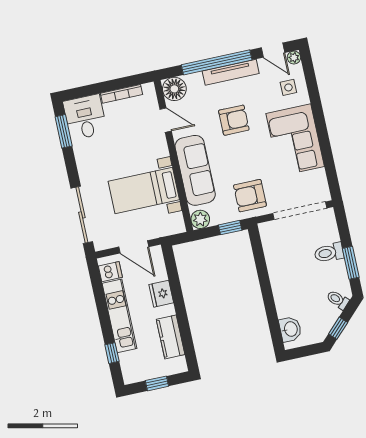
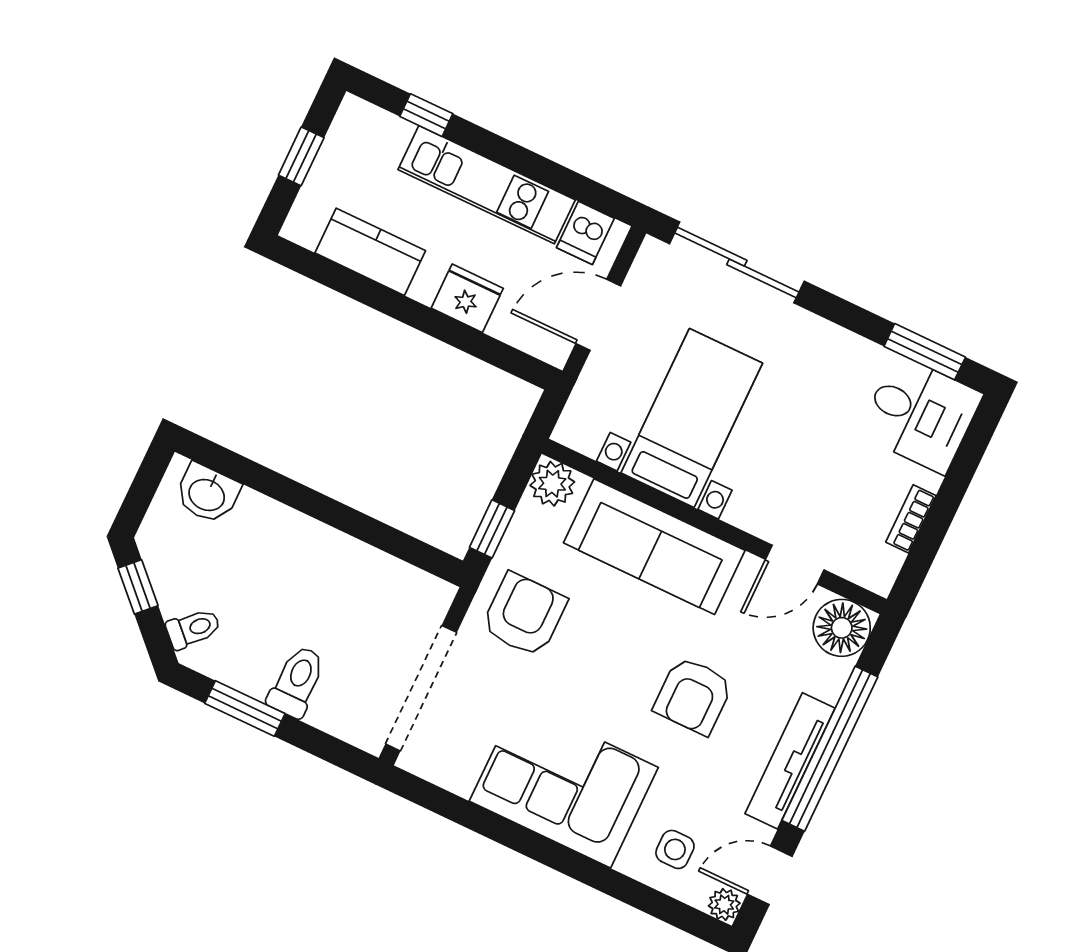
bookcase: (122, 94) -> (911, 519), width x0.64

